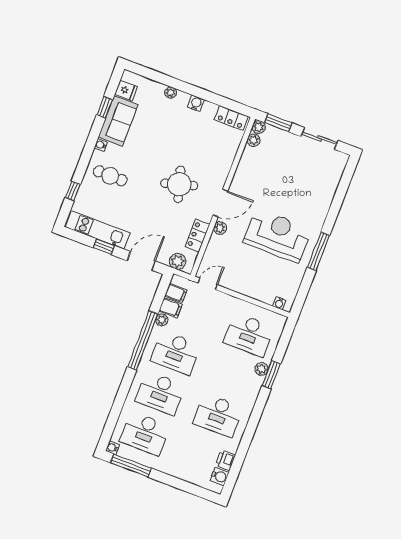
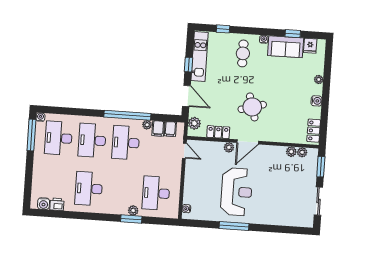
plant: (259, 127) -> (291, 152), moved
door: (220, 203) -> (248, 142), hinge flipped

